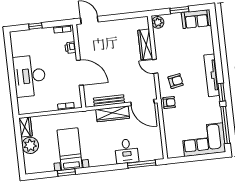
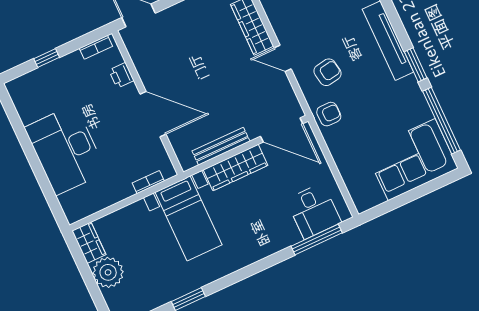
bed with nightstands: (70, 149) -> (189, 218), moved, turned 180
desk: (127, 151) -> (314, 211), moved

